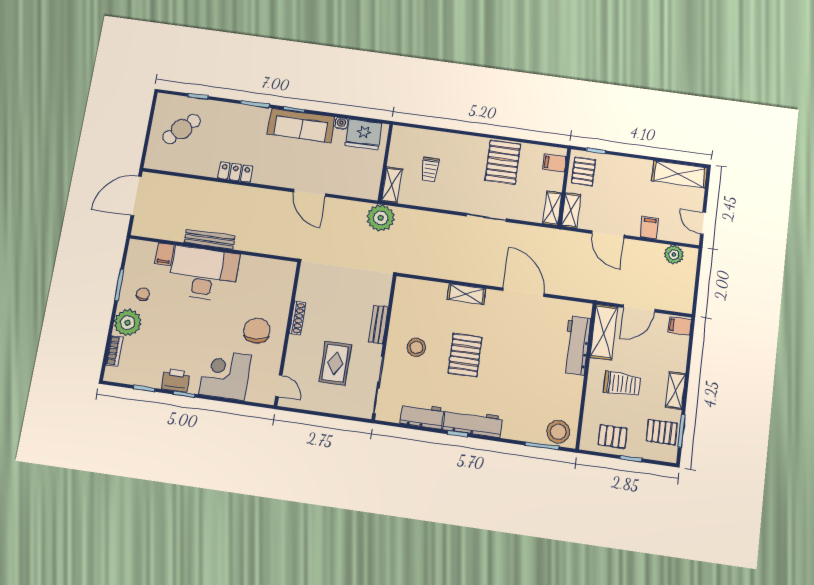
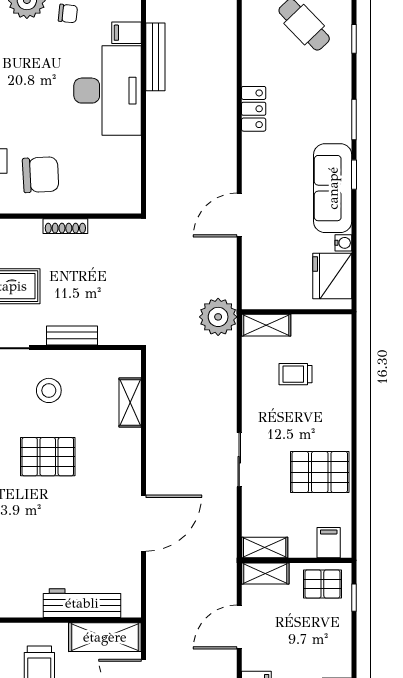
bench: (210, 239) -> (155, 57), moved
shelving: (466, 294) -> (130, 402), moved

